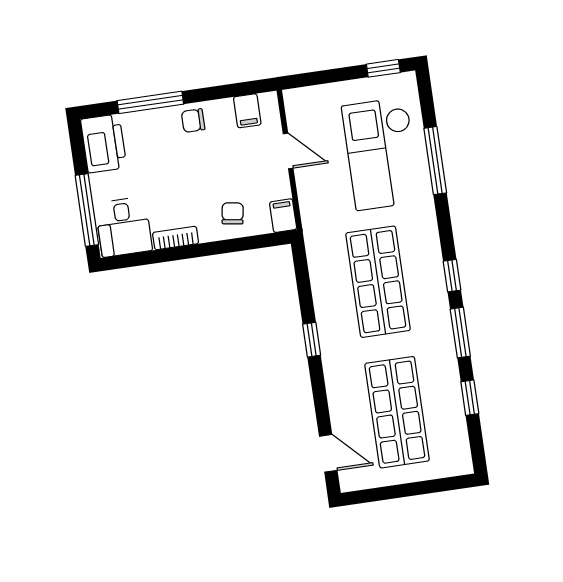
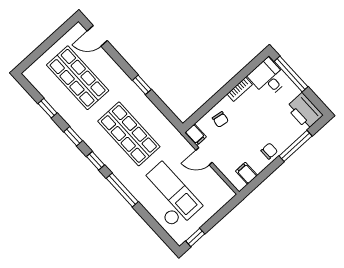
door: (288, 151) -> (204, 156), moved
window: (435, 161) -> (122, 190), moved
window: (460, 333) -> (73, 136), width x0.67

